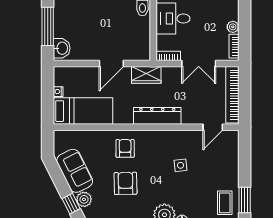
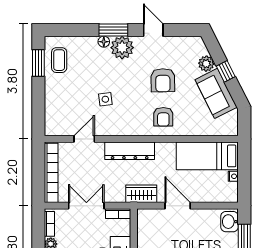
door: (111, 64) -> (178, 206), hinge flipped
door: (213, 127) -> (84, 139), moved
window: (71, 204) -> (226, 71), moved

